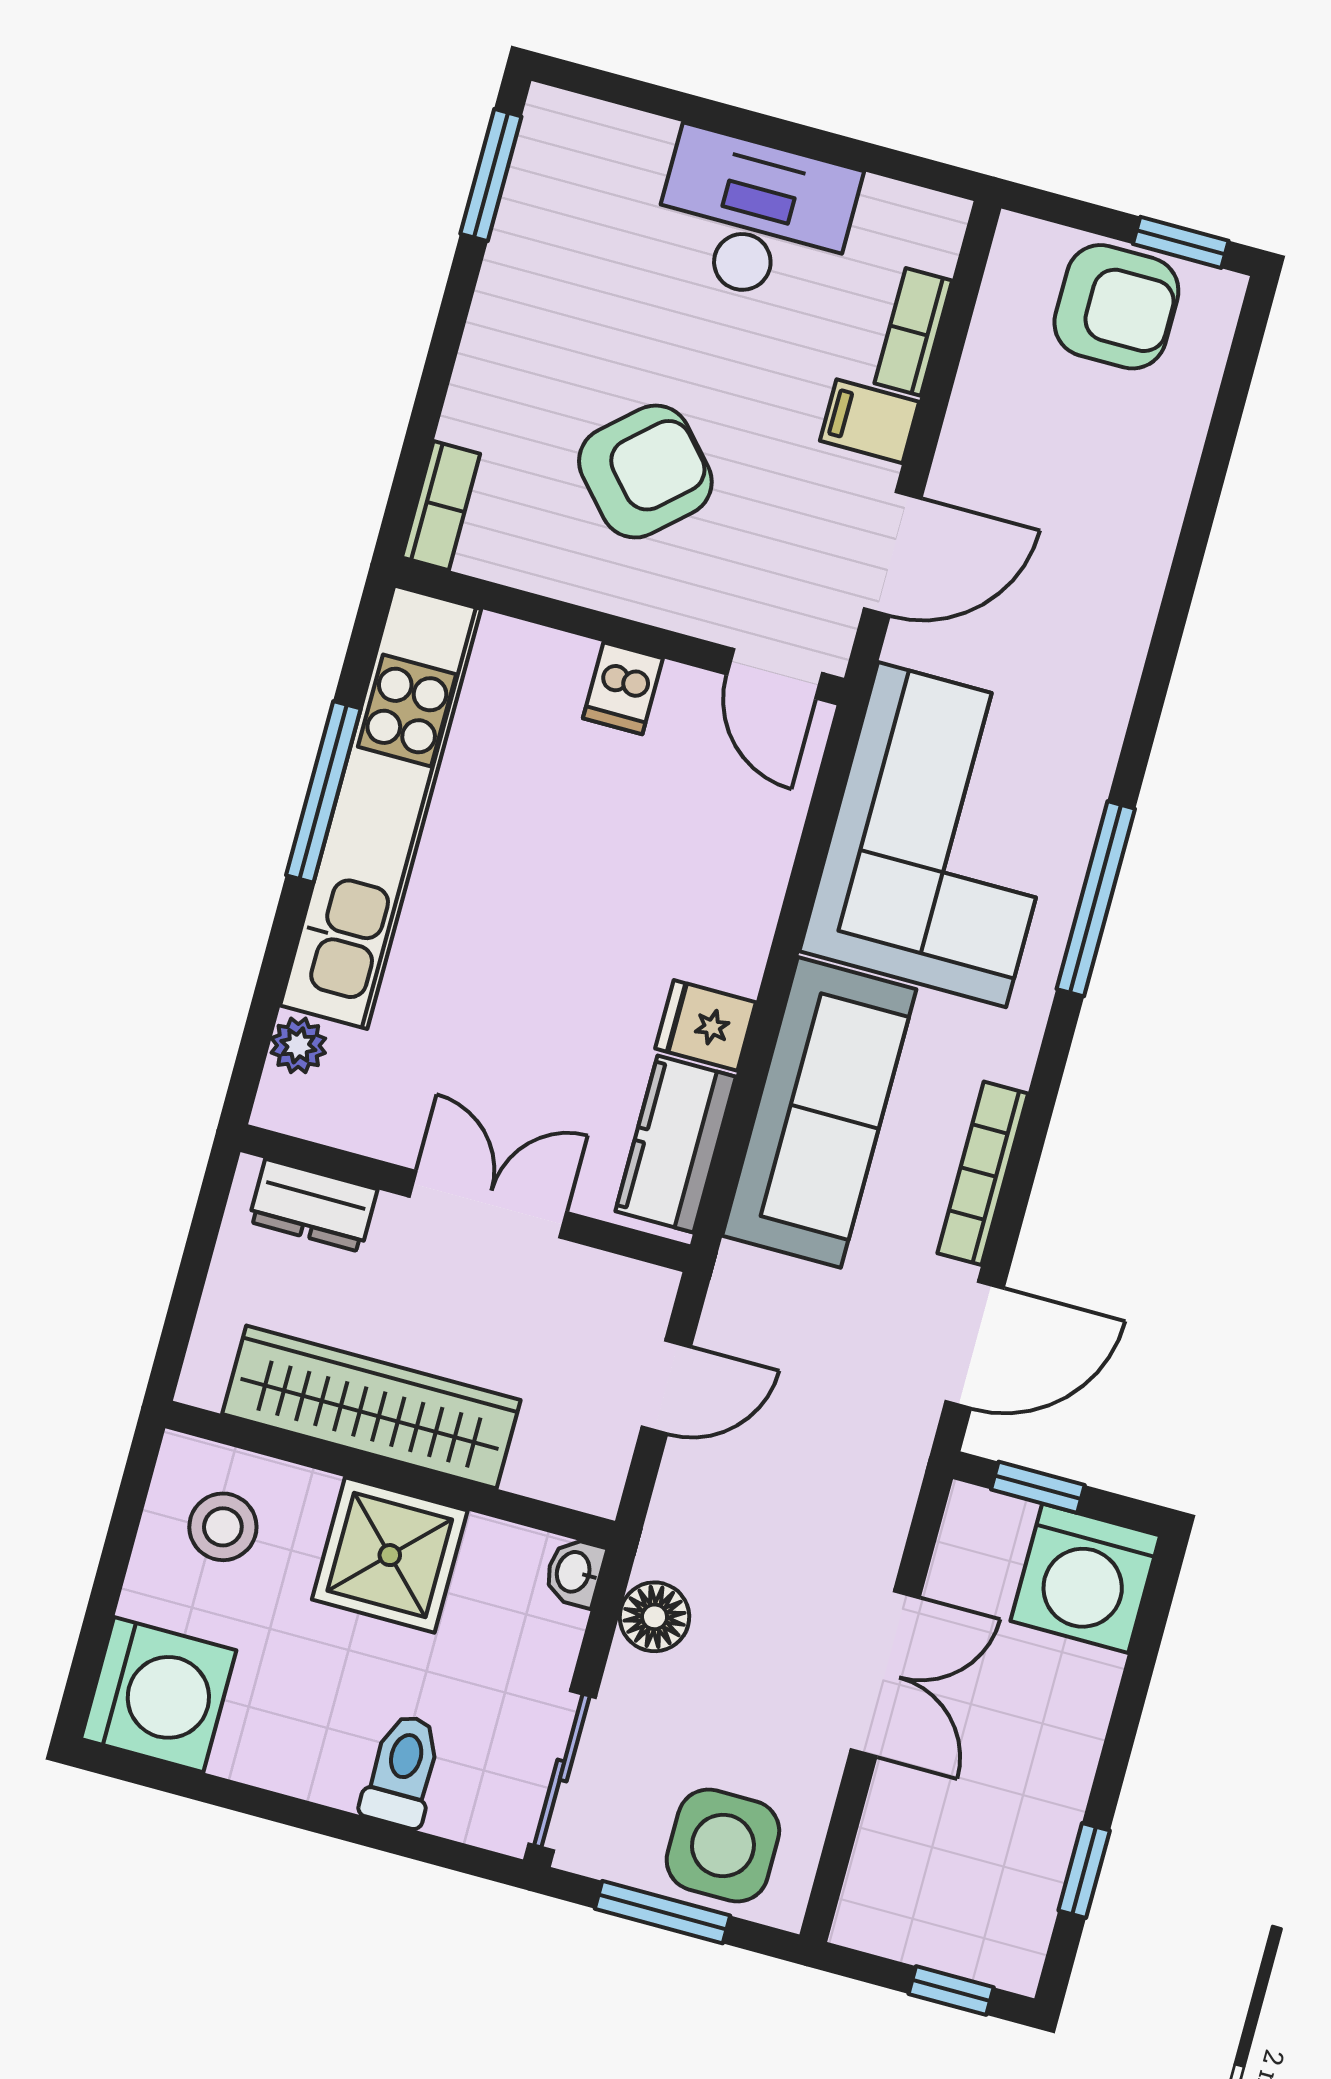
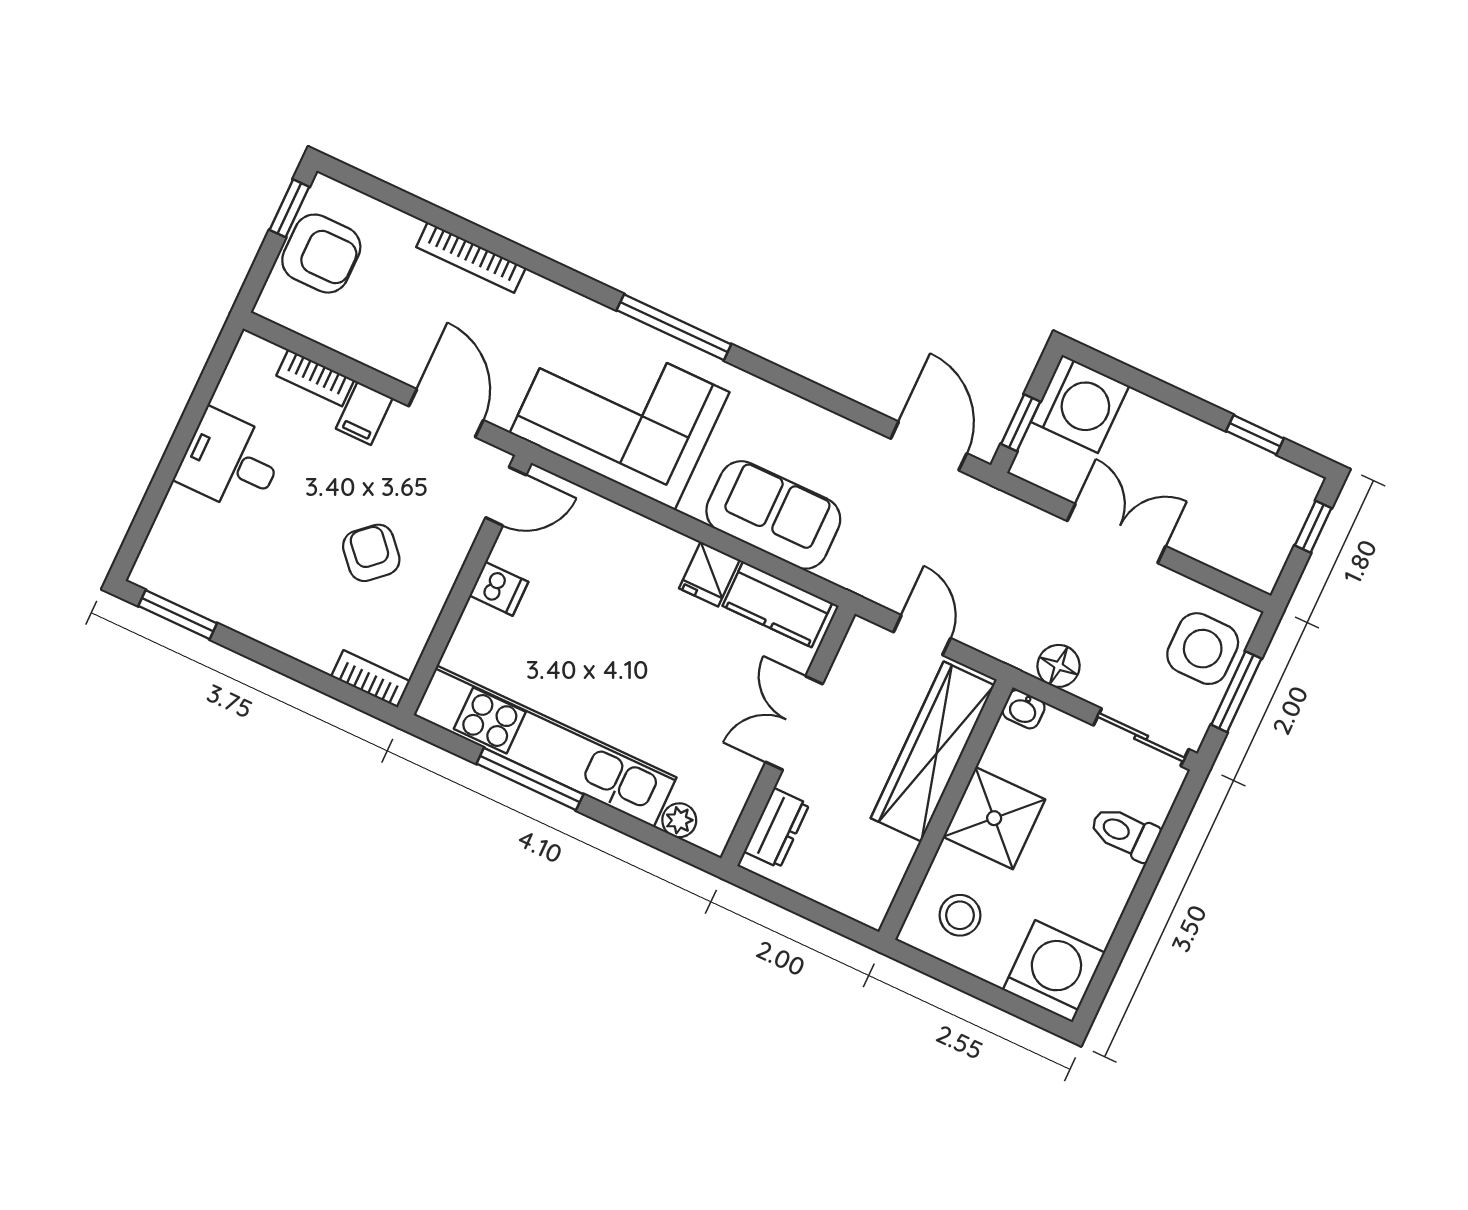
desk: (754, 218) -> (230, 461), width x0.73
armchair: (1116, 307) -> (321, 254), turned 90
armchair: (645, 472) -> (371, 553), width x0.72, depth x0.72
sofa: (819, 1112) -> (773, 515), width x0.73
bookcase: (983, 1173) -> (471, 257), moved
wardrobe: (371, 1407) -> (932, 752), moved

